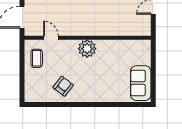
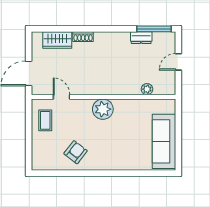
plant: (126, 31) -> (147, 89), added
sofa: (141, 83) -> (164, 141), width x1.36

